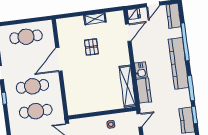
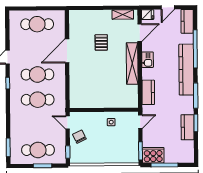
shelving: (95, 19) -> (123, 15), moved
kitchen sink: (141, 70) -> (148, 60), moved
shelving: (127, 86) -> (132, 63), moved

